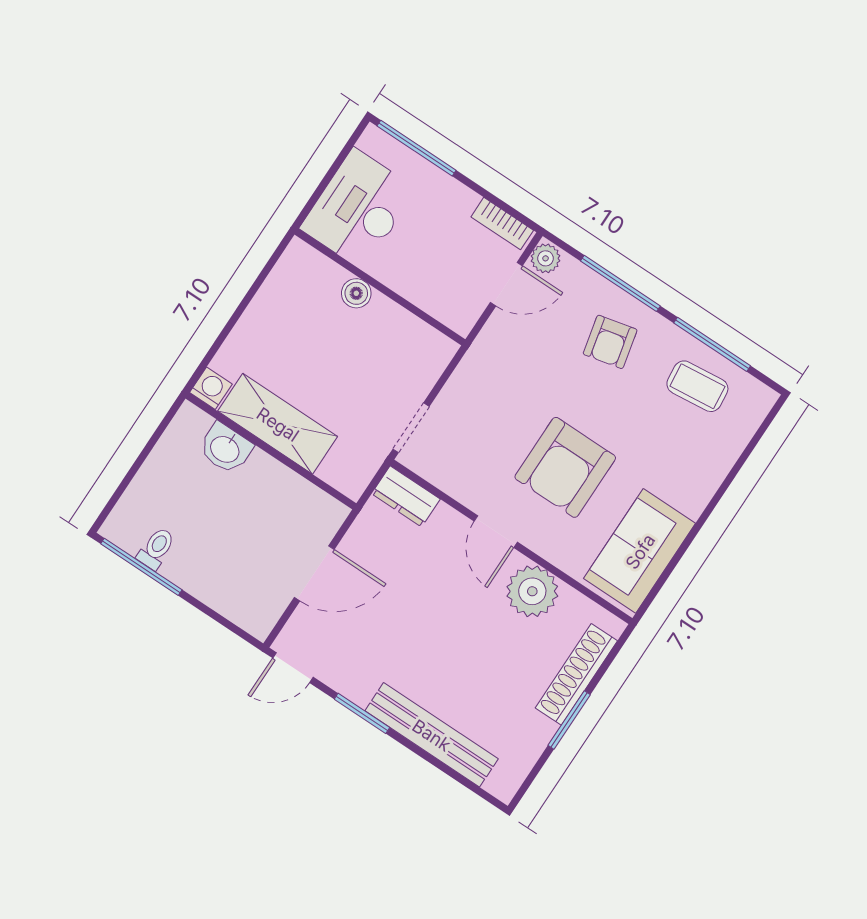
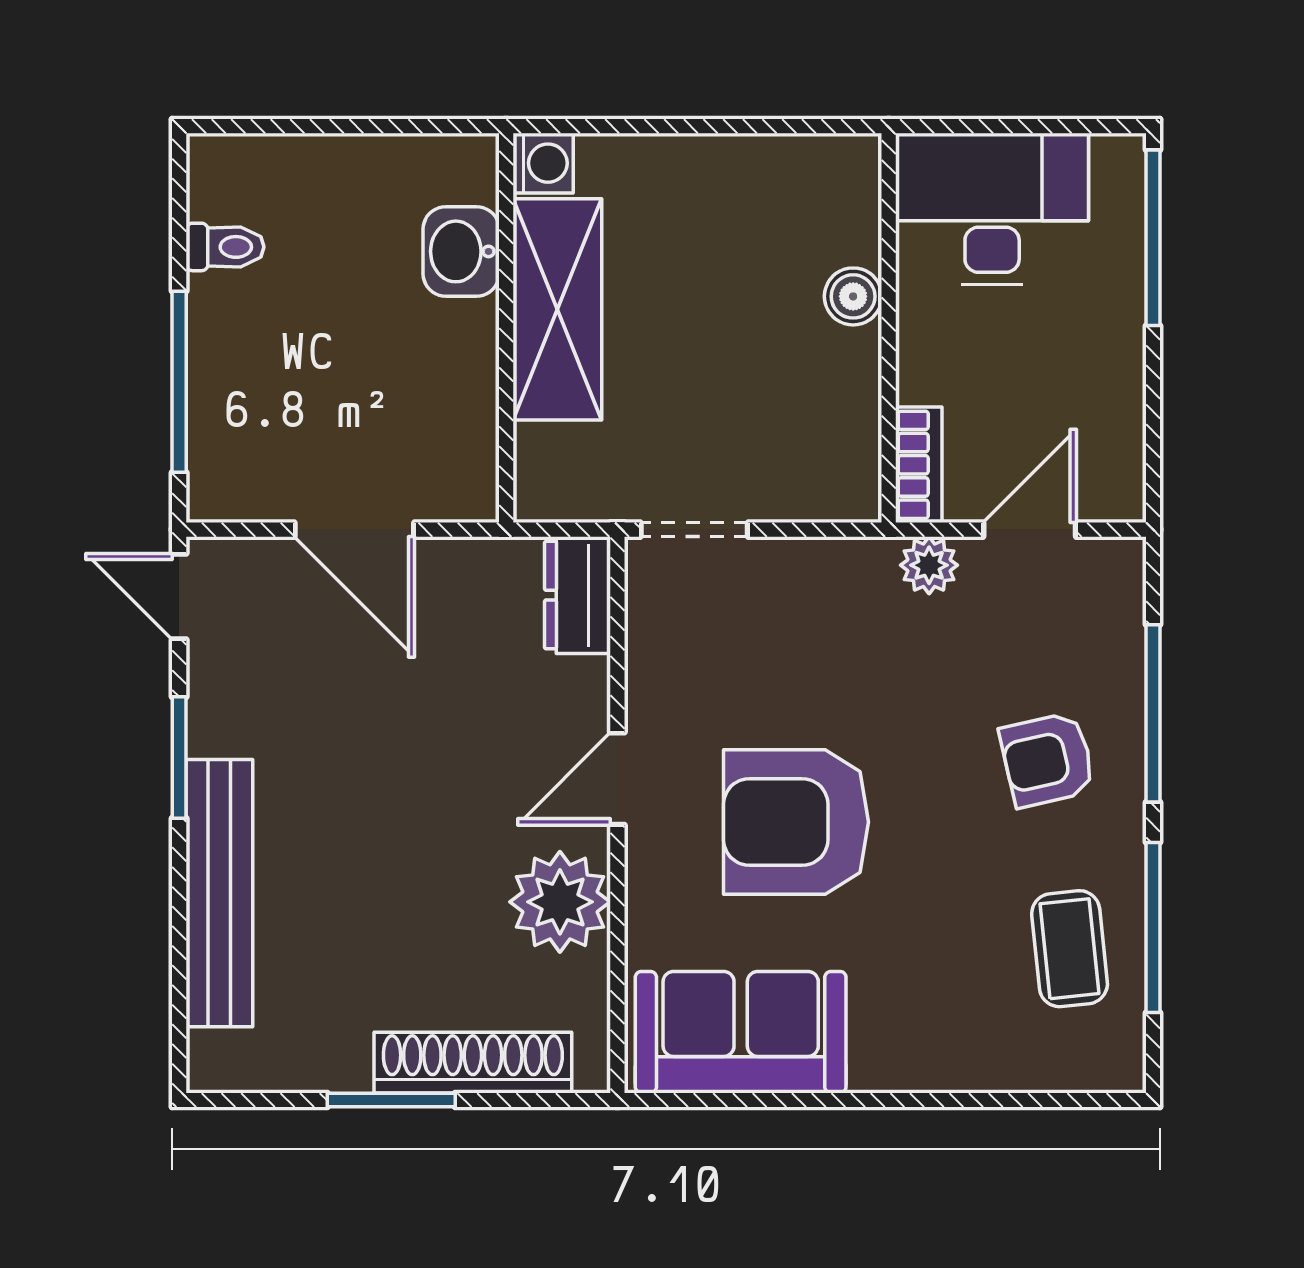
bookcase: (502, 224) -> (919, 465), moved, turned 180
plant: (546, 258) -> (929, 565), moved
door: (506, 284) -> (1030, 530), swing flipped
window: (141, 567) -> (179, 382), moved

